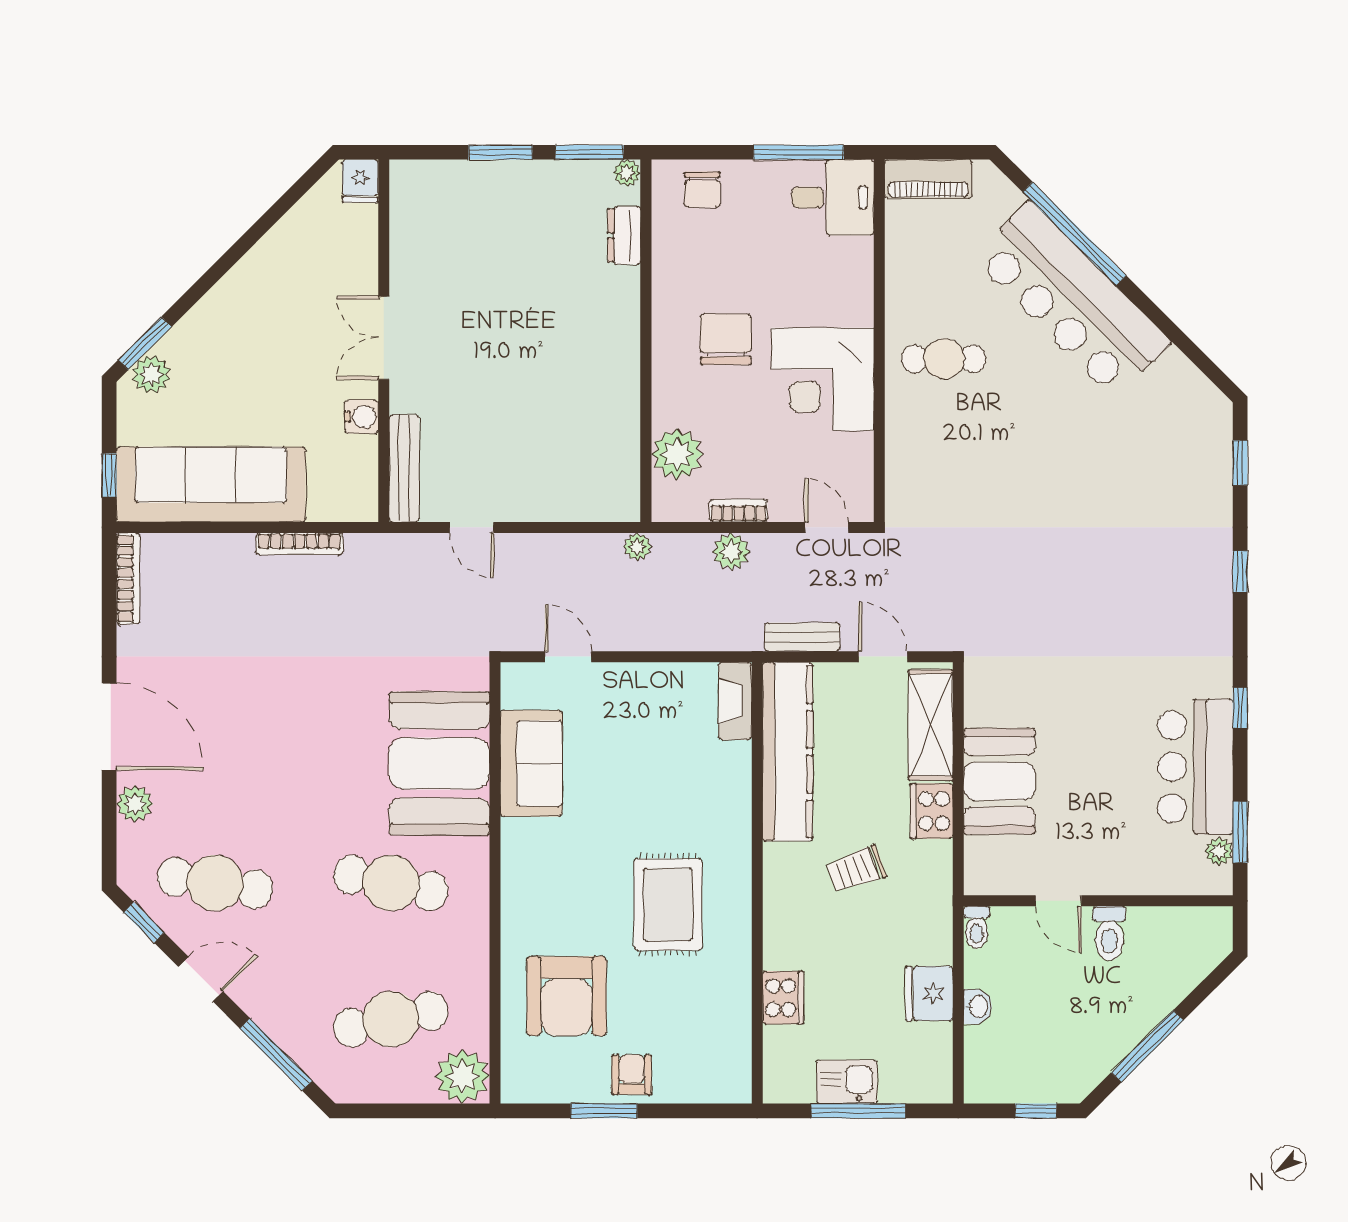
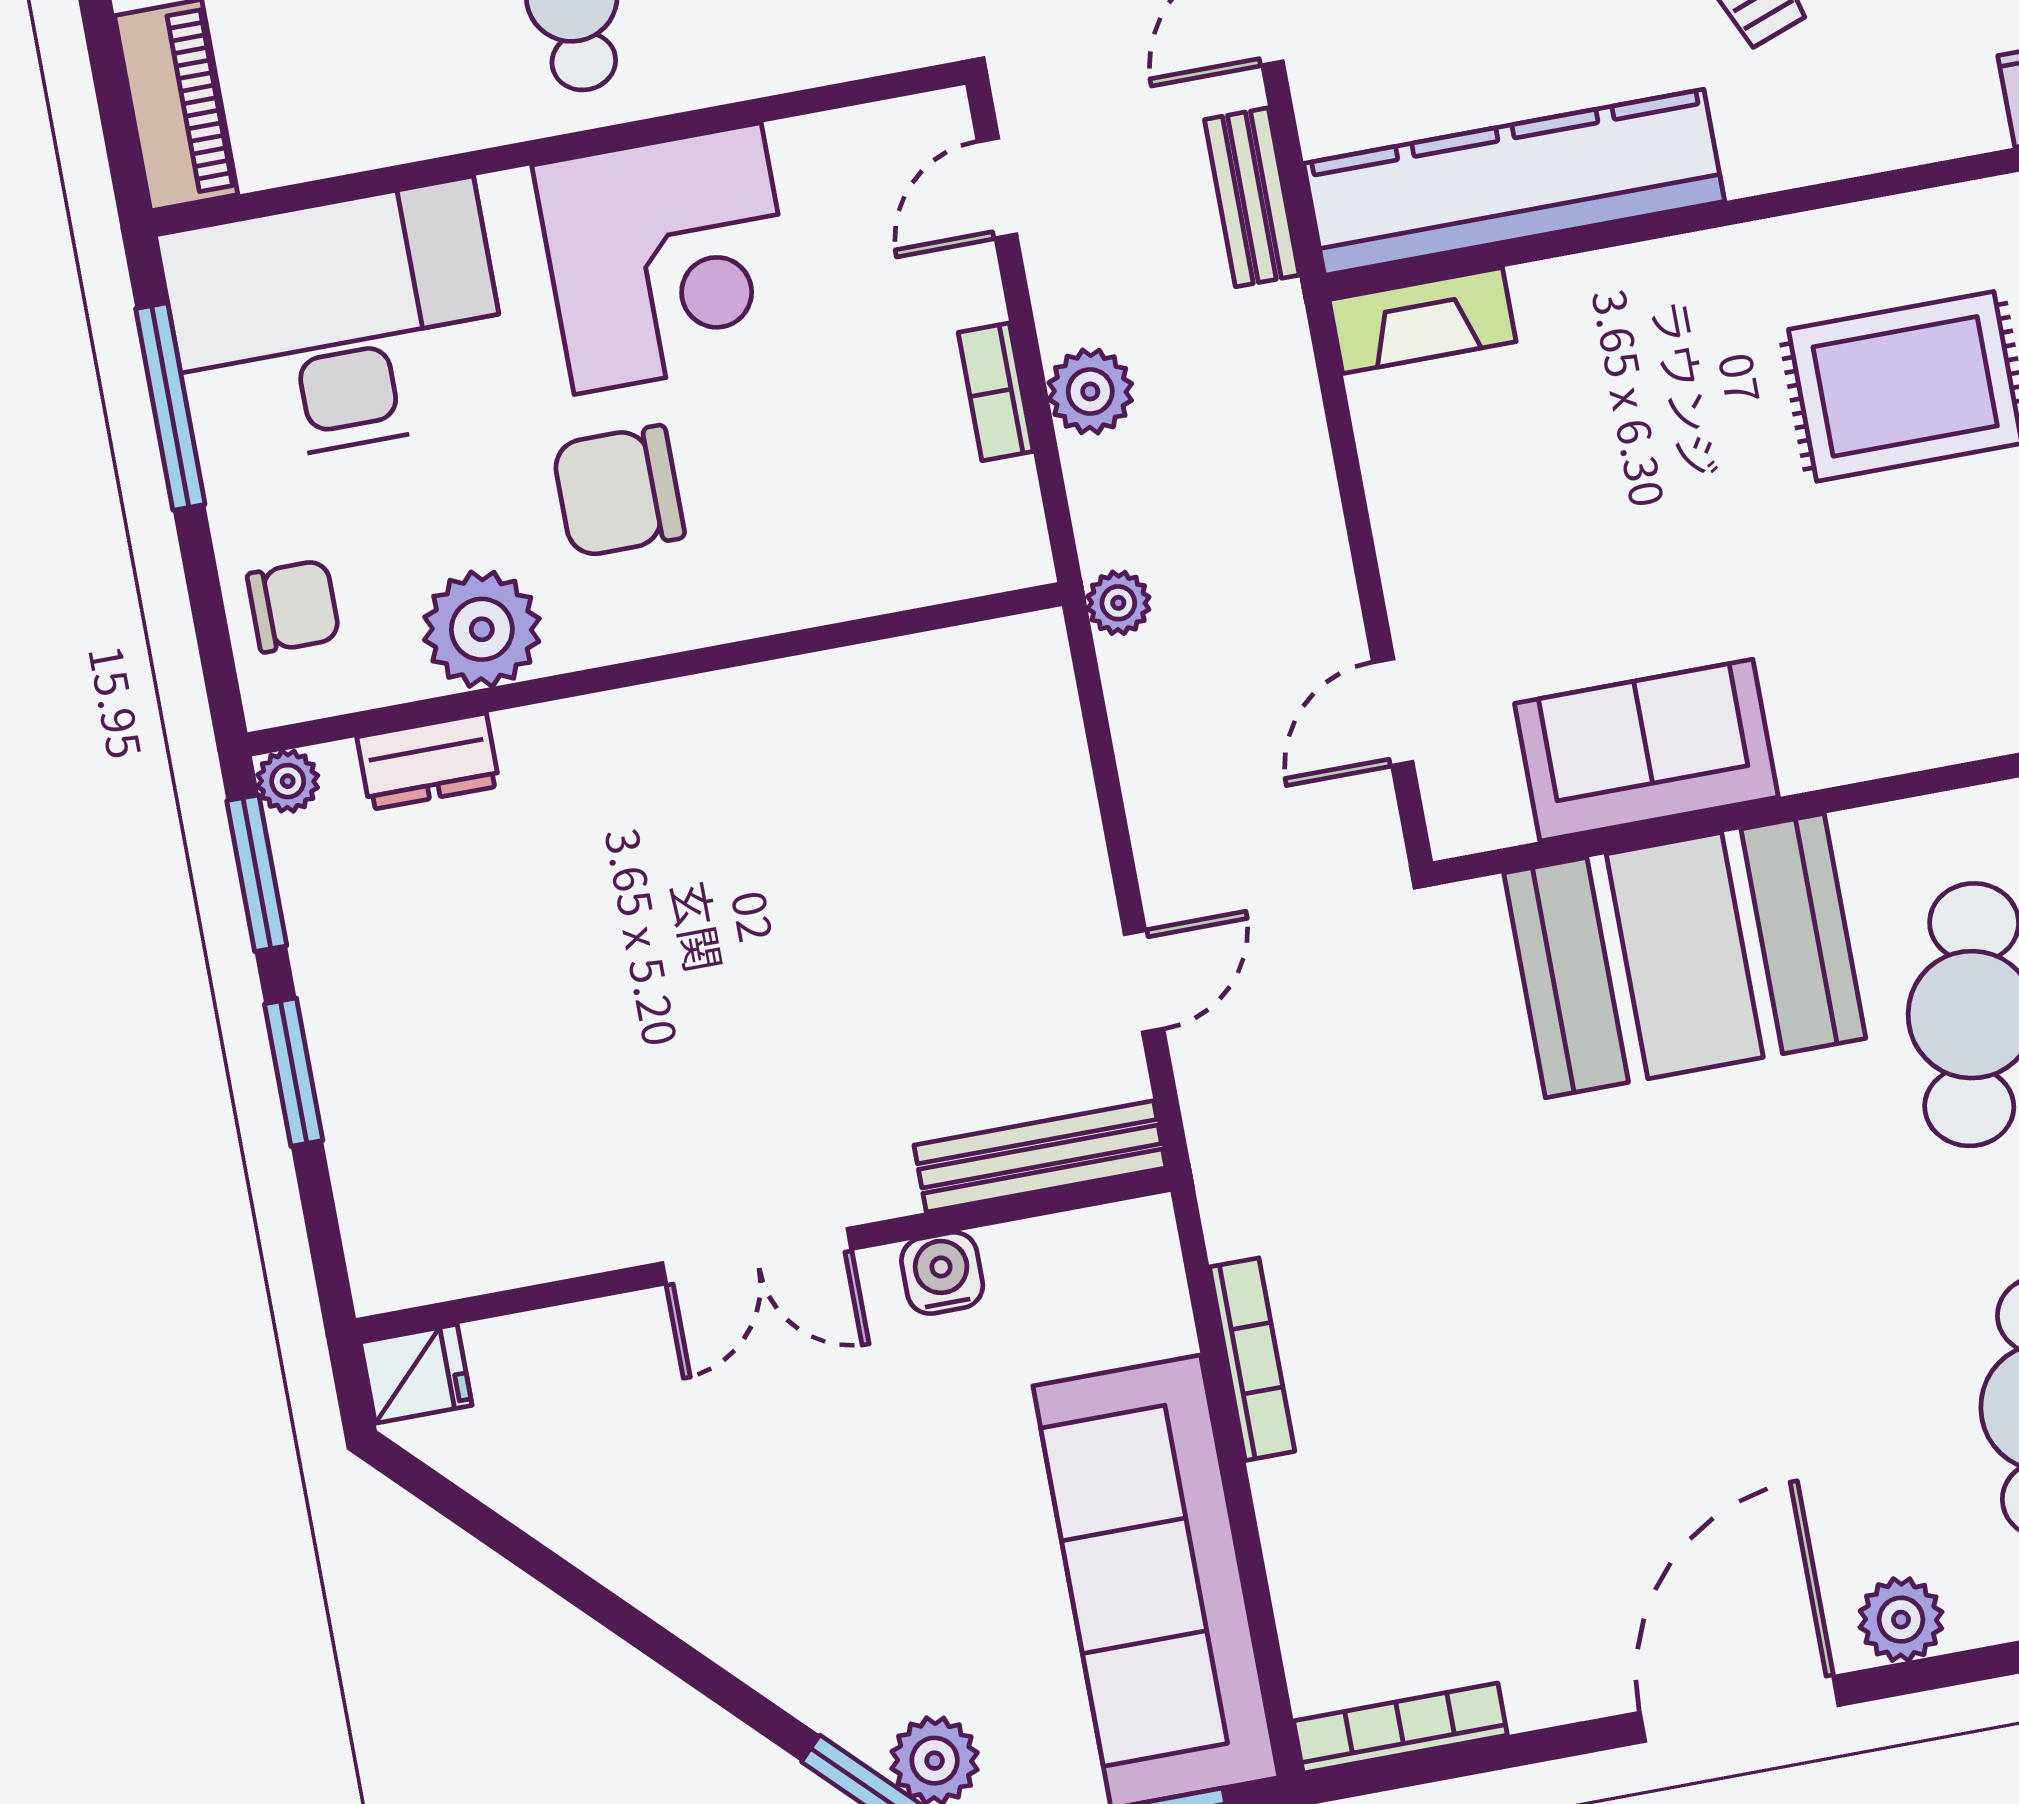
desk: (833, 197) -> (336, 325), width x1.87, depth x1.30
plant: (677, 454) -> (482, 629), moved

